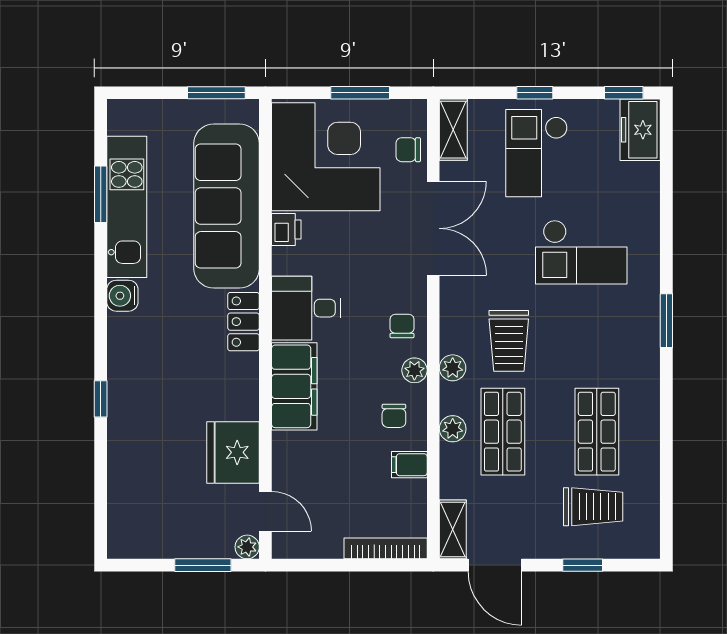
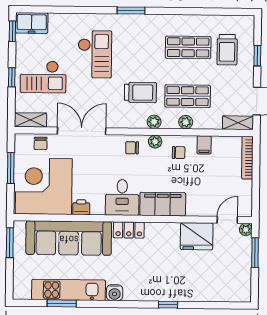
trolley: (593, 507) -> (227, 50), turned 180

